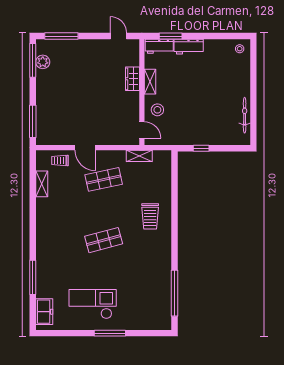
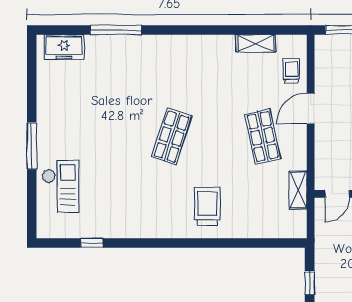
trolley: (150, 216) -> (207, 206), turned 90
shop shelf: (104, 240) -> (172, 136), turned 33
window: (175, 293) -> (92, 243), width x0.32
checkout: (93, 304) -> (60, 186), moved, width x0.73, depth x0.83

